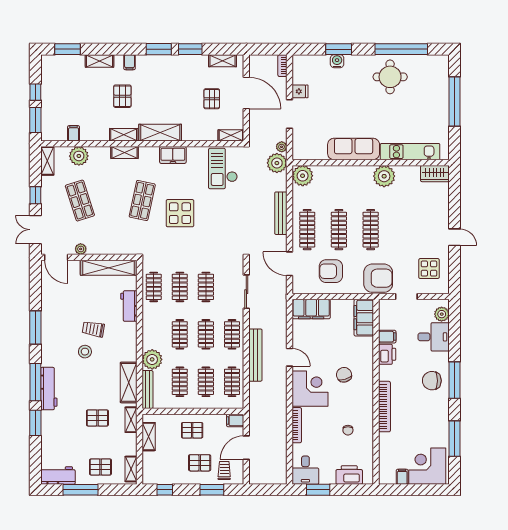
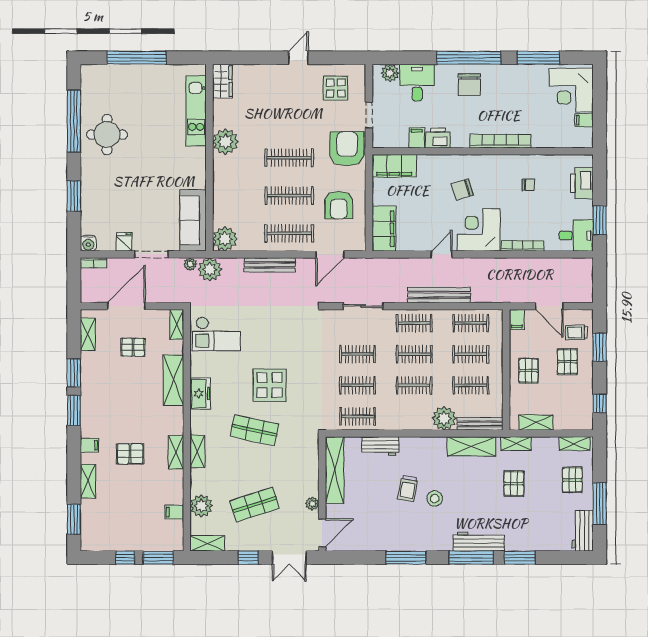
water cooler: (337, 61) -> (88, 243), moved, turned -90
shelving: (160, 133) -> (173, 380), moved
sofa: (354, 149) -> (193, 220), moved
window: (454, 380) -> (469, 58), width x1.46

